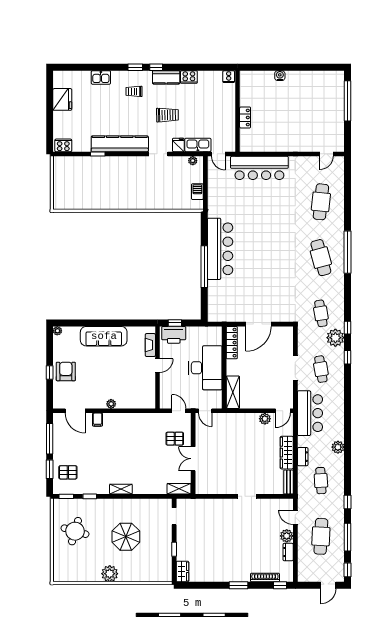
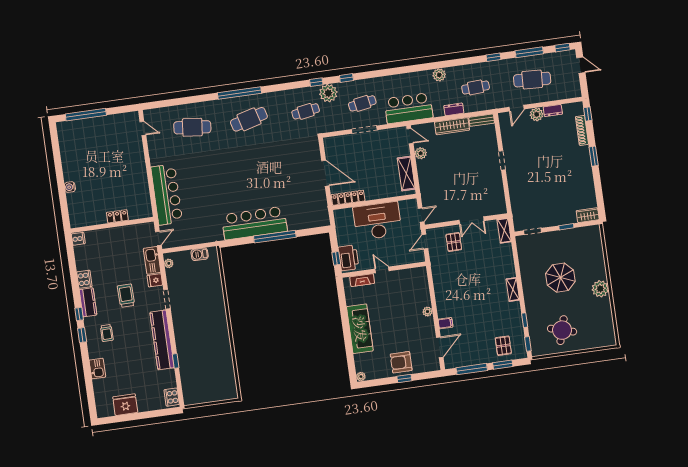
shelving: (233, 392) -> (406, 174), moved, turned 90

